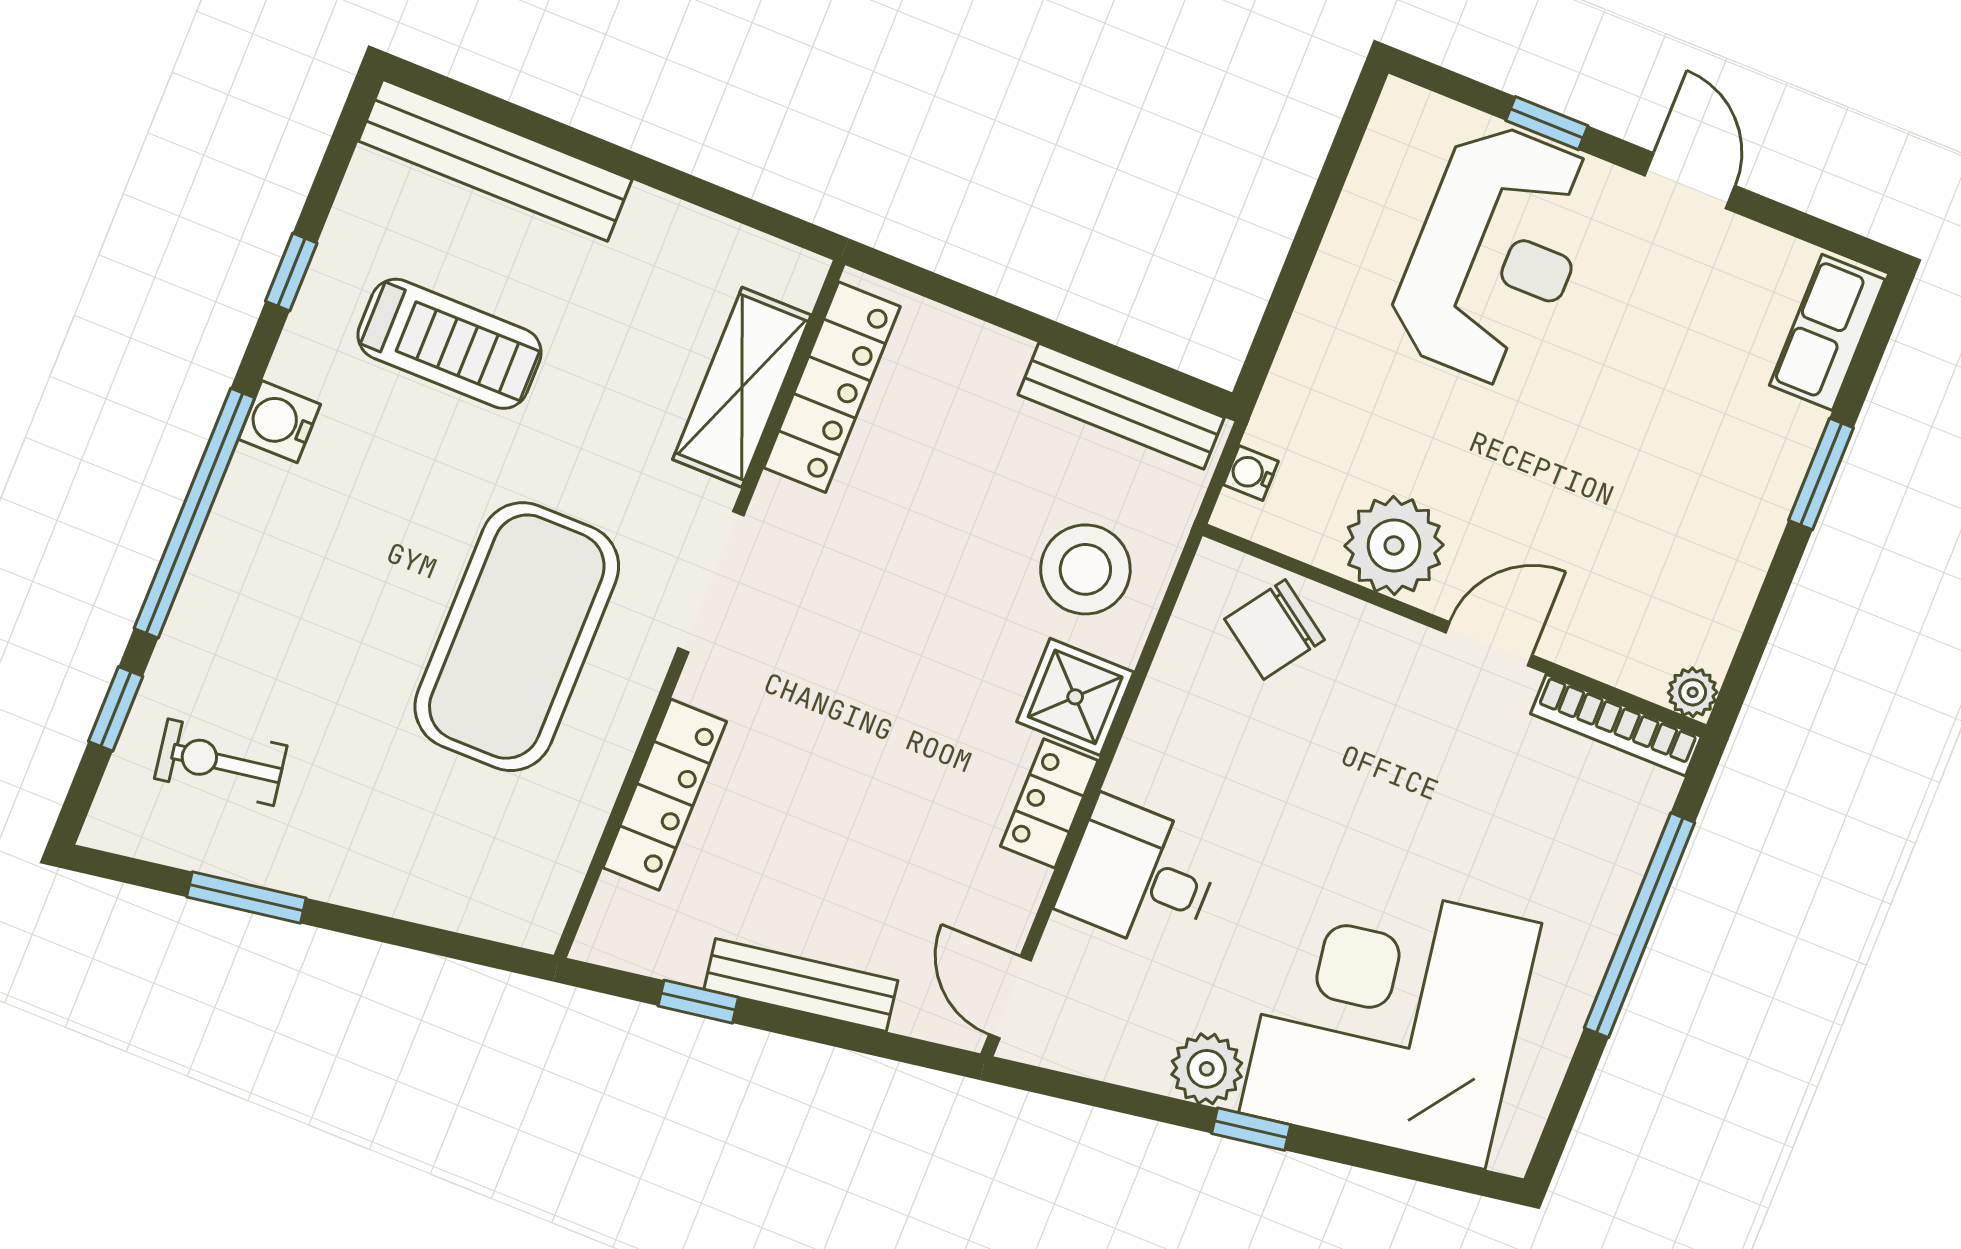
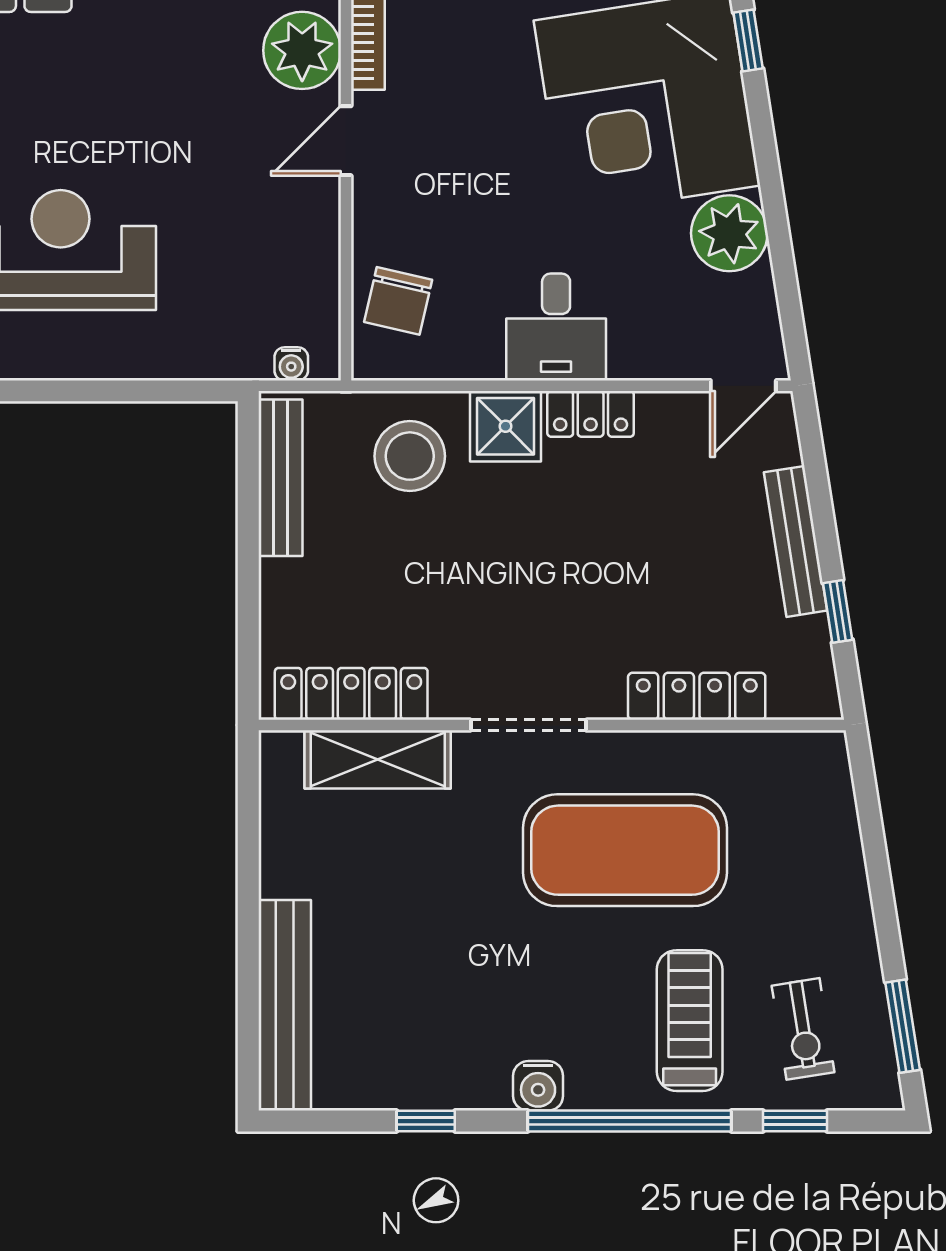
treadmill: (450, 344) -> (690, 1021), moved
plant: (1394, 545) -> (302, 50), moved
chair: (1274, 629) -> (398, 301), turned 68
door: (1489, 644) -> (346, 141), hinge flipped
desk: (1140, 875) -> (556, 327), moved
window: (246, 897) -> (903, 1026), moved
plant: (1207, 1069) -> (729, 233), width x1.36, depth x1.36
window: (1251, 1129) -> (748, 40), moved

